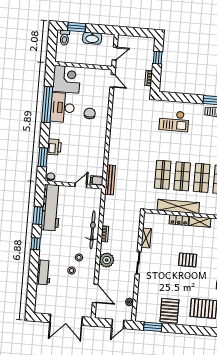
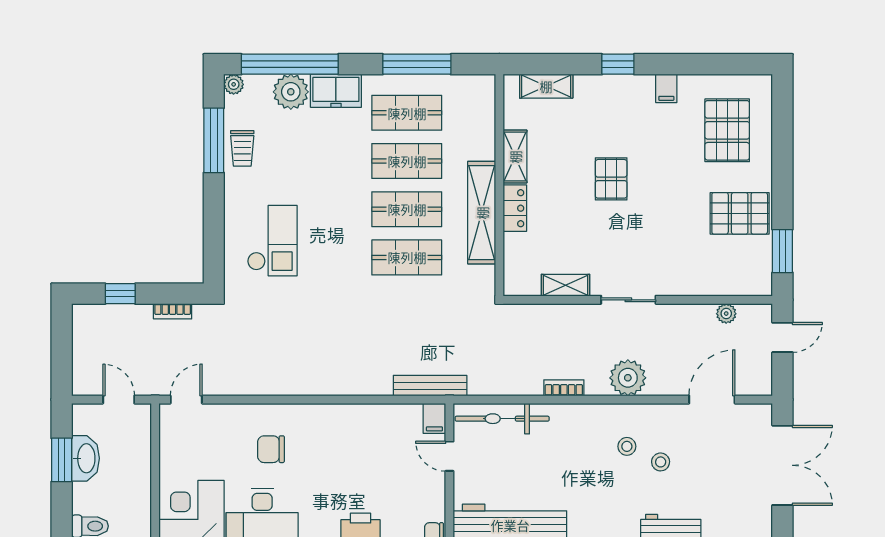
window: (77, 27) -> (62, 460), moved
bicycle: (93, 230) -> (502, 419), moved
door: (118, 324) -> (782, 337), hinge flipped

